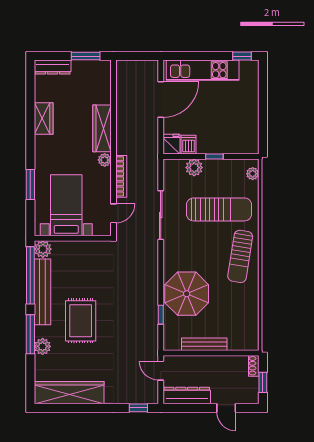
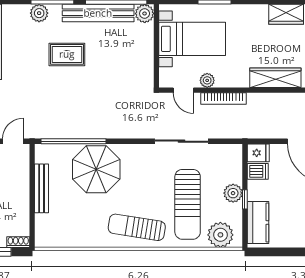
kitchen counter: (236, 144) -> (258, 223), added
plant: (105, 160) -> (207, 80), moved
plant: (194, 168) -> (233, 193), moved
plant: (253, 174) -> (220, 235), width x1.88, depth x1.88
window: (161, 315) -> (74, 141), width x3.17
rug: (81, 321) -> (67, 54), width x0.73, depth x0.70

